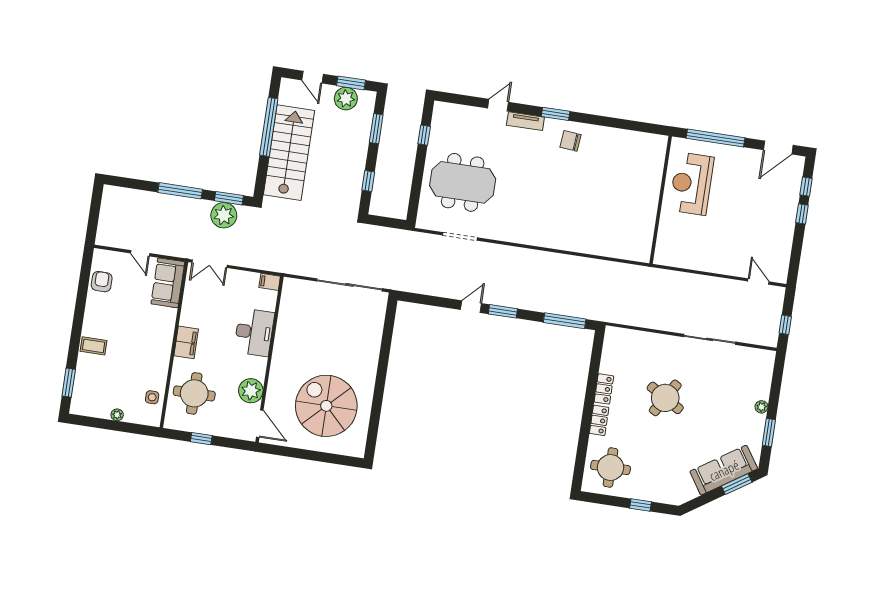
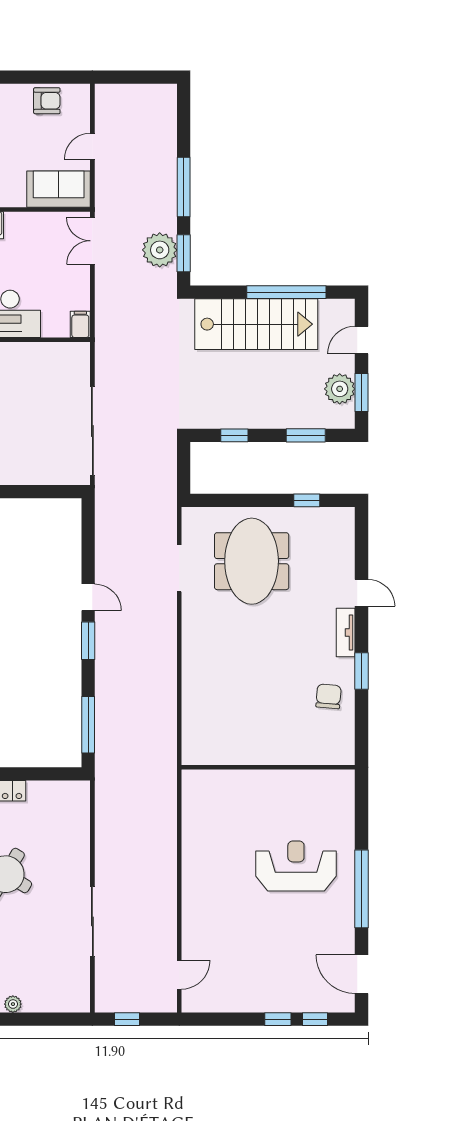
wall: (661, 200) -> (268, 767), moved

